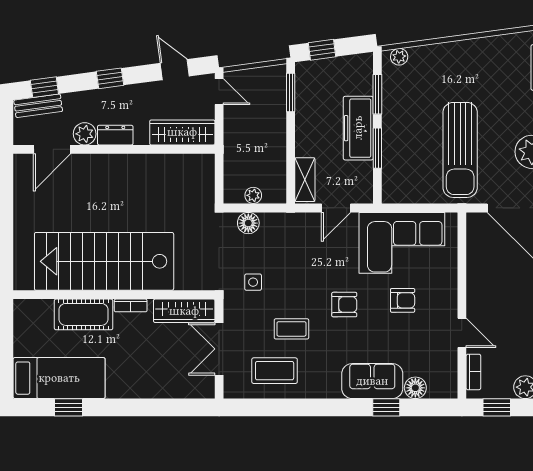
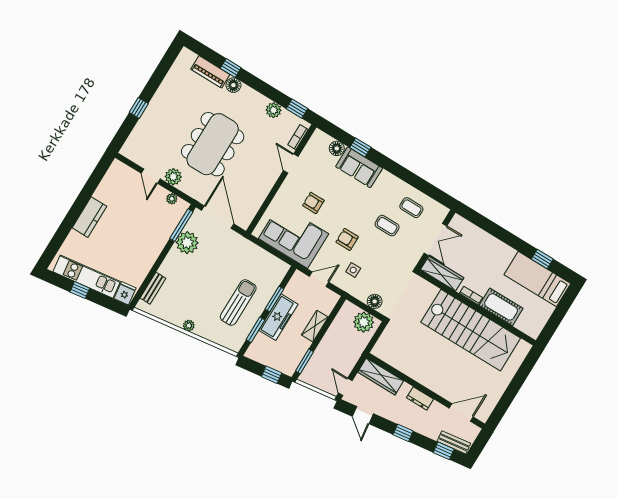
plant: (399, 57) -> (189, 326), moved
plant: (85, 134) -> (437, 410), removed
sun lounger: (460, 150) -> (238, 303), moved, width x0.73, depth x0.75
shelving: (305, 180) -> (315, 326), moved
plant: (253, 195) -> (364, 322), width x1.88, depth x1.88
side table: (253, 282) -> (353, 270), moved
armchair: (344, 305) -> (347, 239), moved
coffee table: (275, 371) -> (411, 208), width x0.73, depth x0.77

